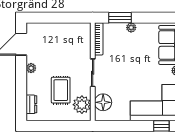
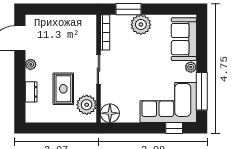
plant: (131, 28) -> (141, 25), width x1.87, depth x1.87
floor lamp: (103, 102) -> (110, 113), moved
dresser: (31, 104) -> (31, 92), moved

